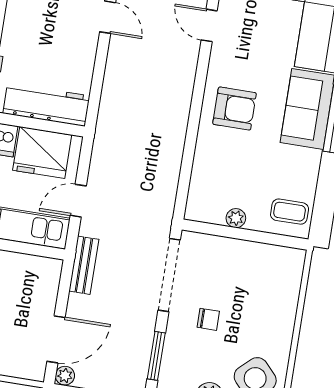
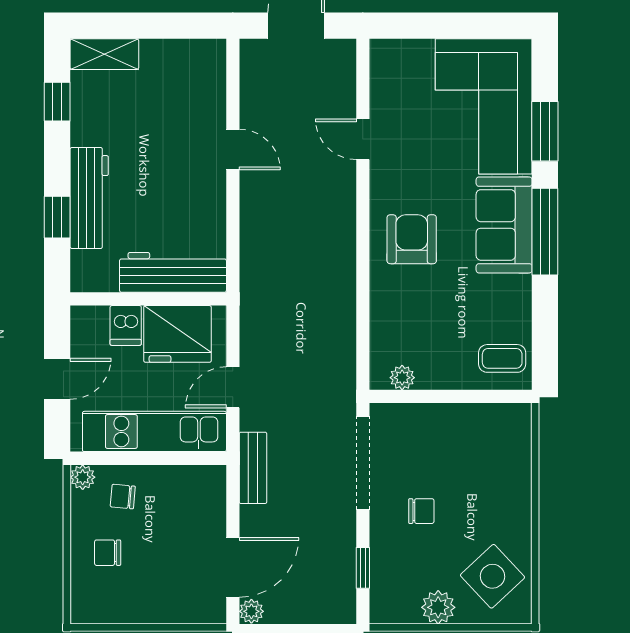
armchair: (235, 109) -> (412, 239), turned -90
plant: (236, 218) -> (402, 378), moved
window: (156, 356) -> (363, 568), width x0.67

